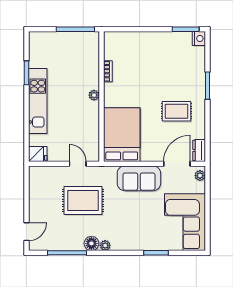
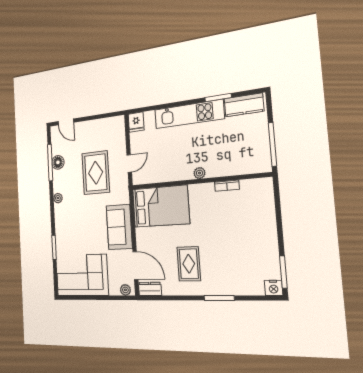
kitchen counter: (37, 51) -> (244, 105), added
floor lamp: (91, 243) -> (58, 162), moved

